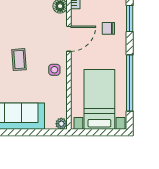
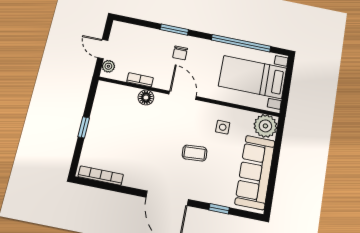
side table: (54, 70) -> (223, 127), moved
plant: (61, 124) -> (265, 126), width x1.87, depth x1.87

